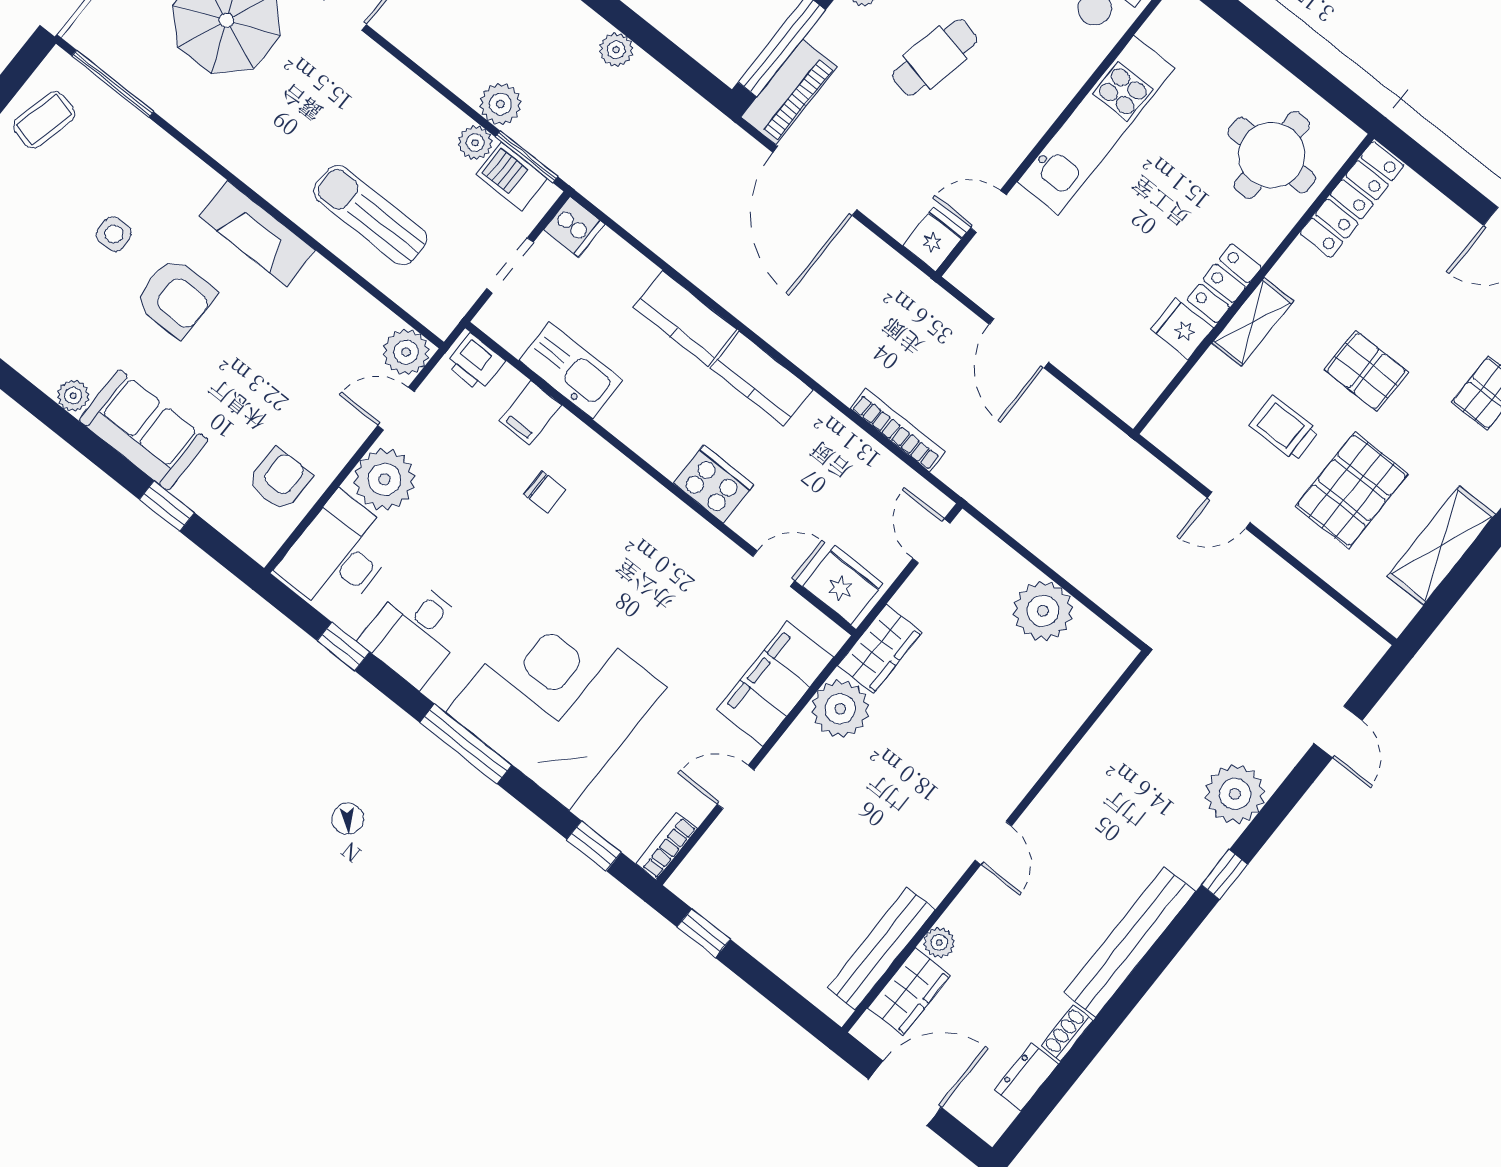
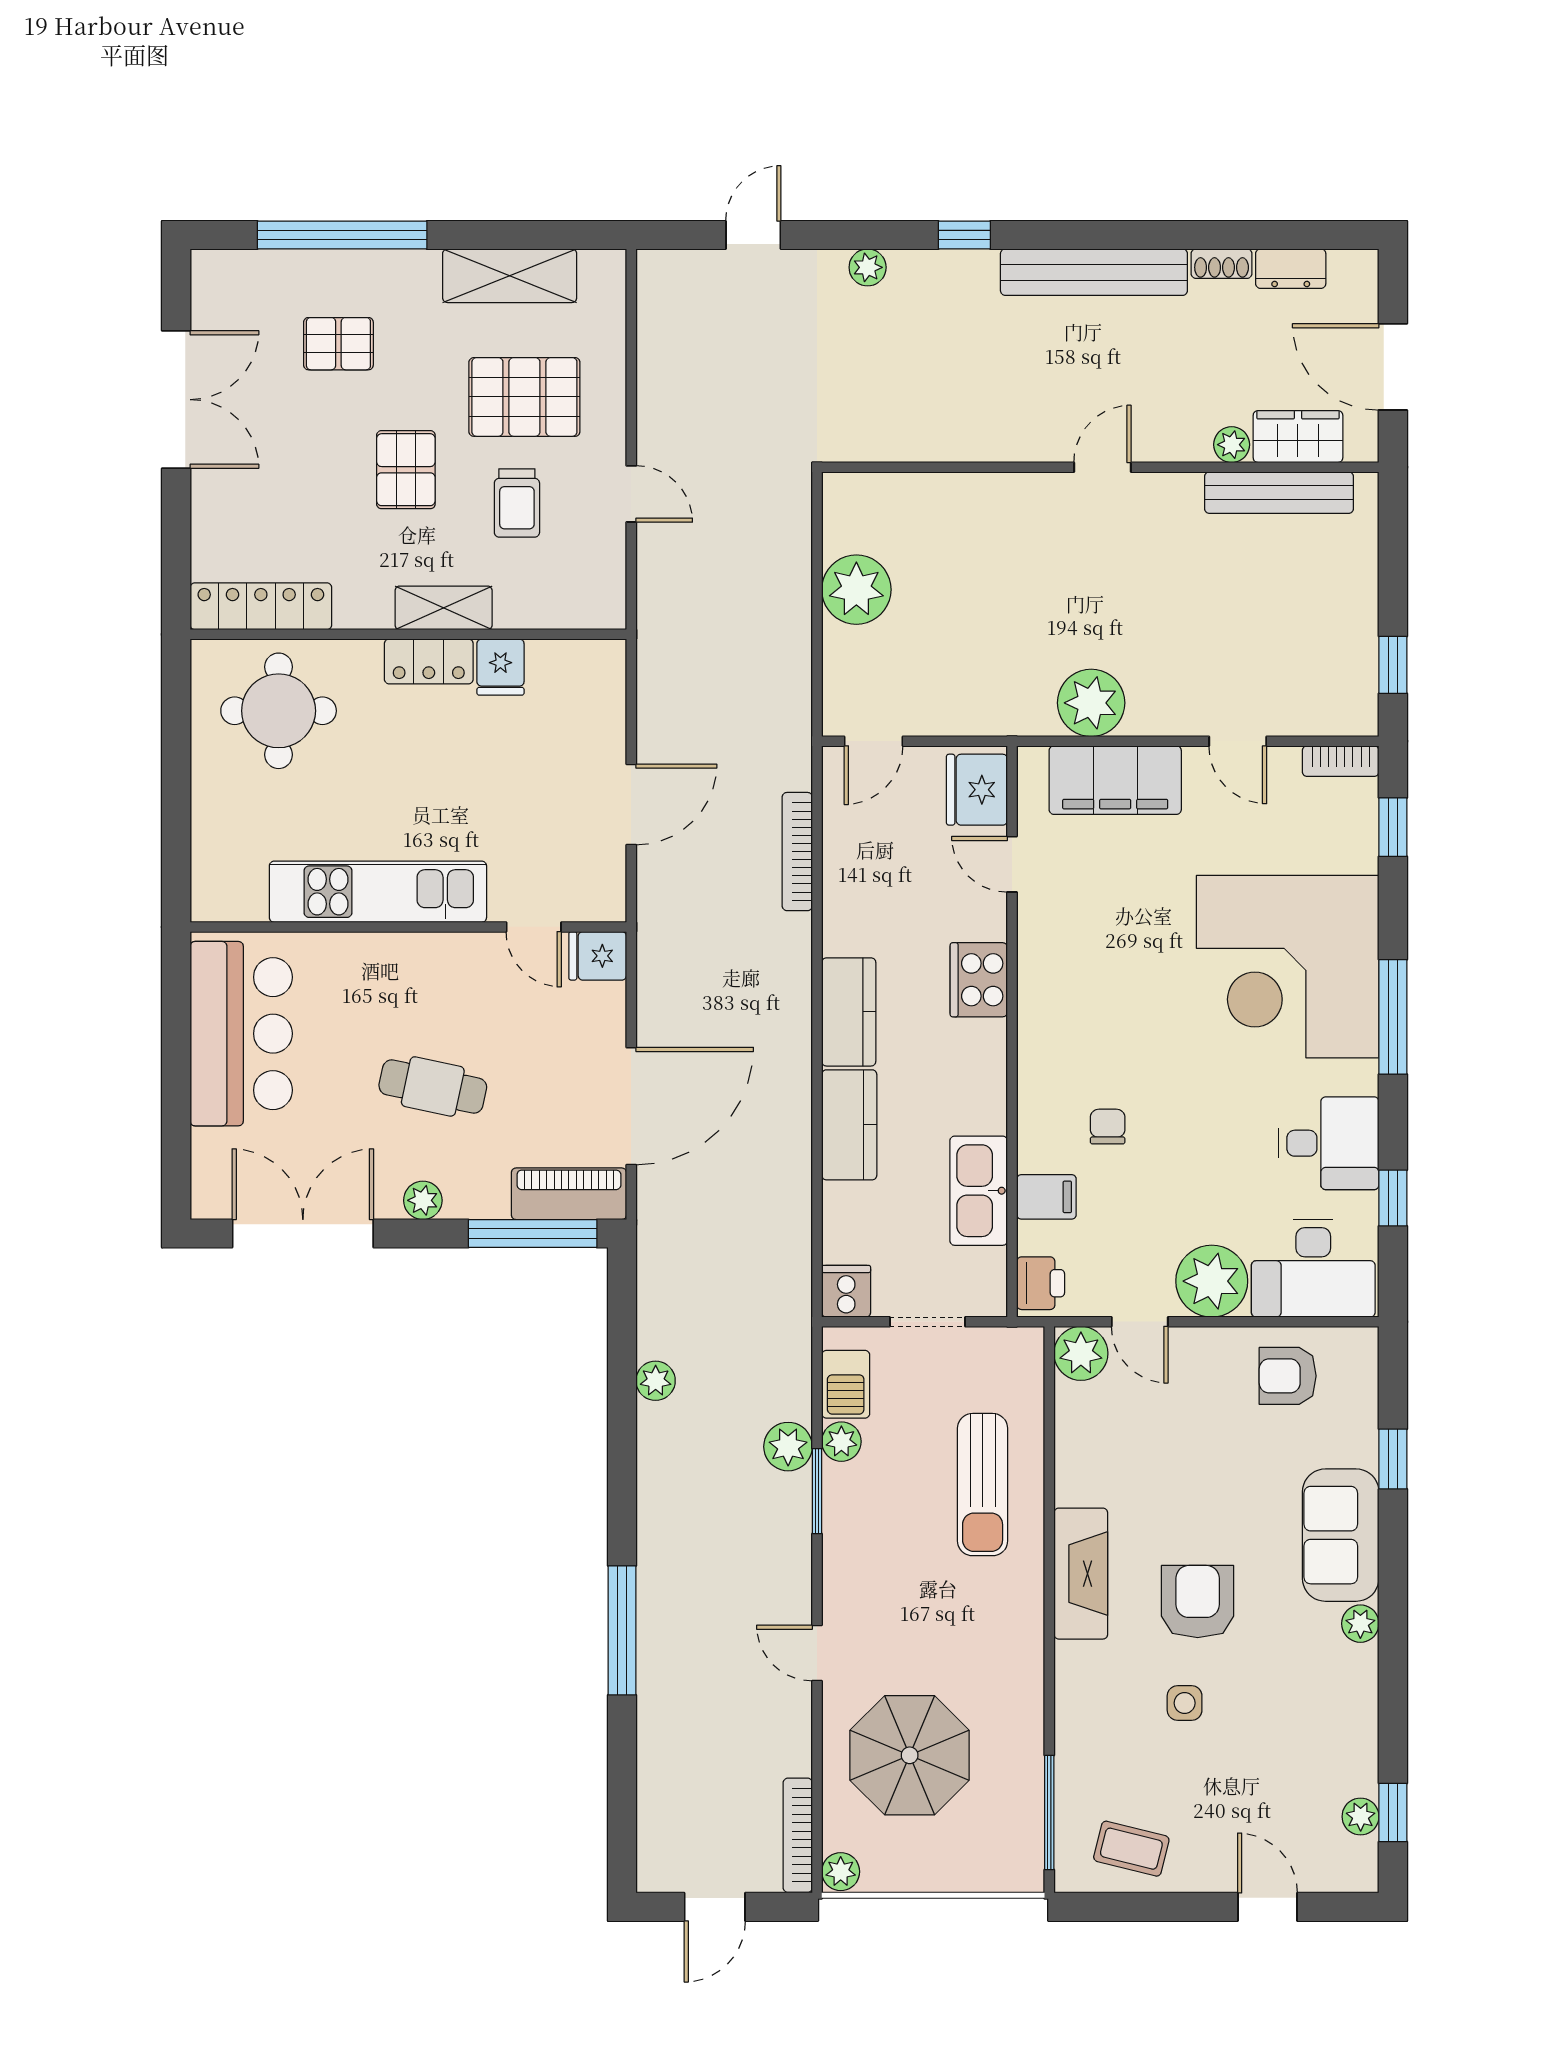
window: (527, 157) -> (817, 1491), moved
wardrobe: (880, 649) -> (1008, 710), removed
plant: (1235, 794) -> (868, 267), width x0.53, depth x0.53

